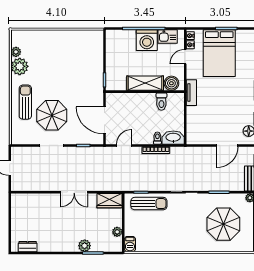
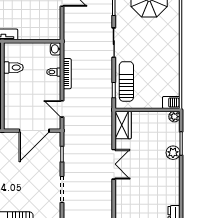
parasol: (52, 115) -> (29, 189), removed
washbasin: (173, 138) -> (56, 49), width x0.52, depth x0.69
plant: (117, 232) -> (174, 117), moved

